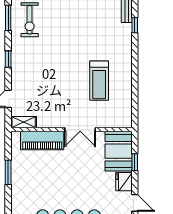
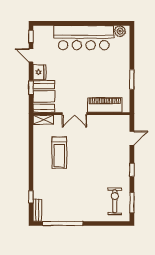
treadmill: (99, 81) -> (59, 153), turned 180
shelving: (24, 122) -> (43, 120), moved
double door: (80, 130) -> (74, 114), swing flipped

